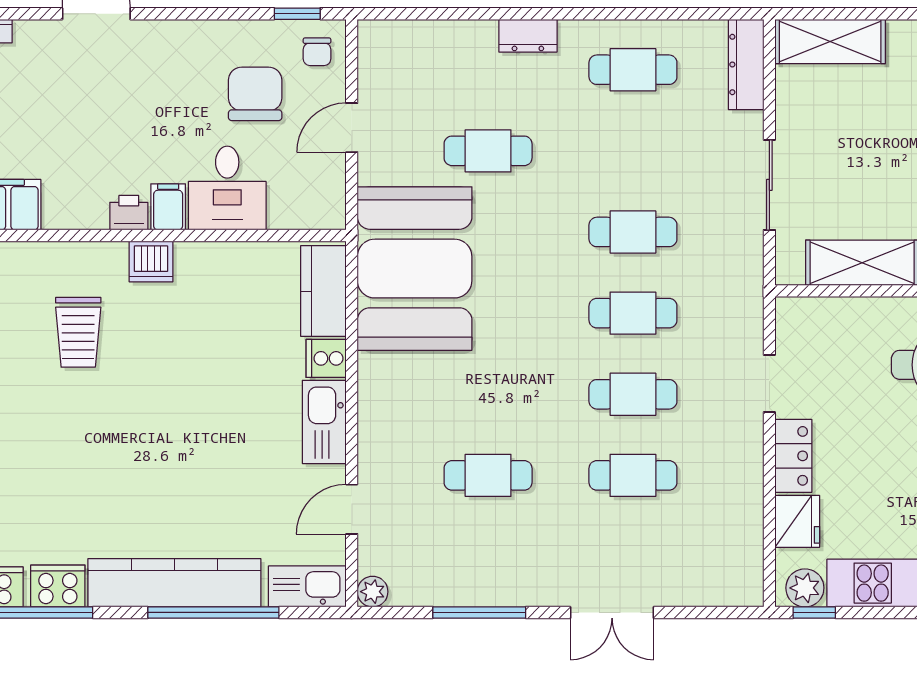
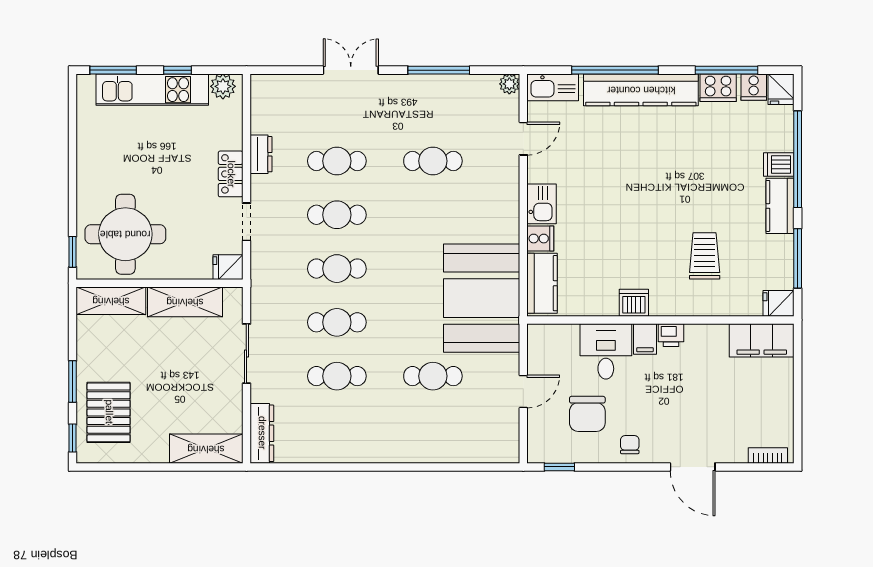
dresser: (528, 36) -> (261, 154), moved, turned 90
chair: (317, 52) -> (630, 445), moved
cafe table: (633, 70) -> (337, 376), moved
dishwasher: (151, 261) -> (634, 303), moved
kitchen sink: (324, 422) -> (542, 204), width x0.73
fridge: (797, 521) -> (228, 267), moved, width x0.72
window: (814, 612) -> (178, 70), moved

